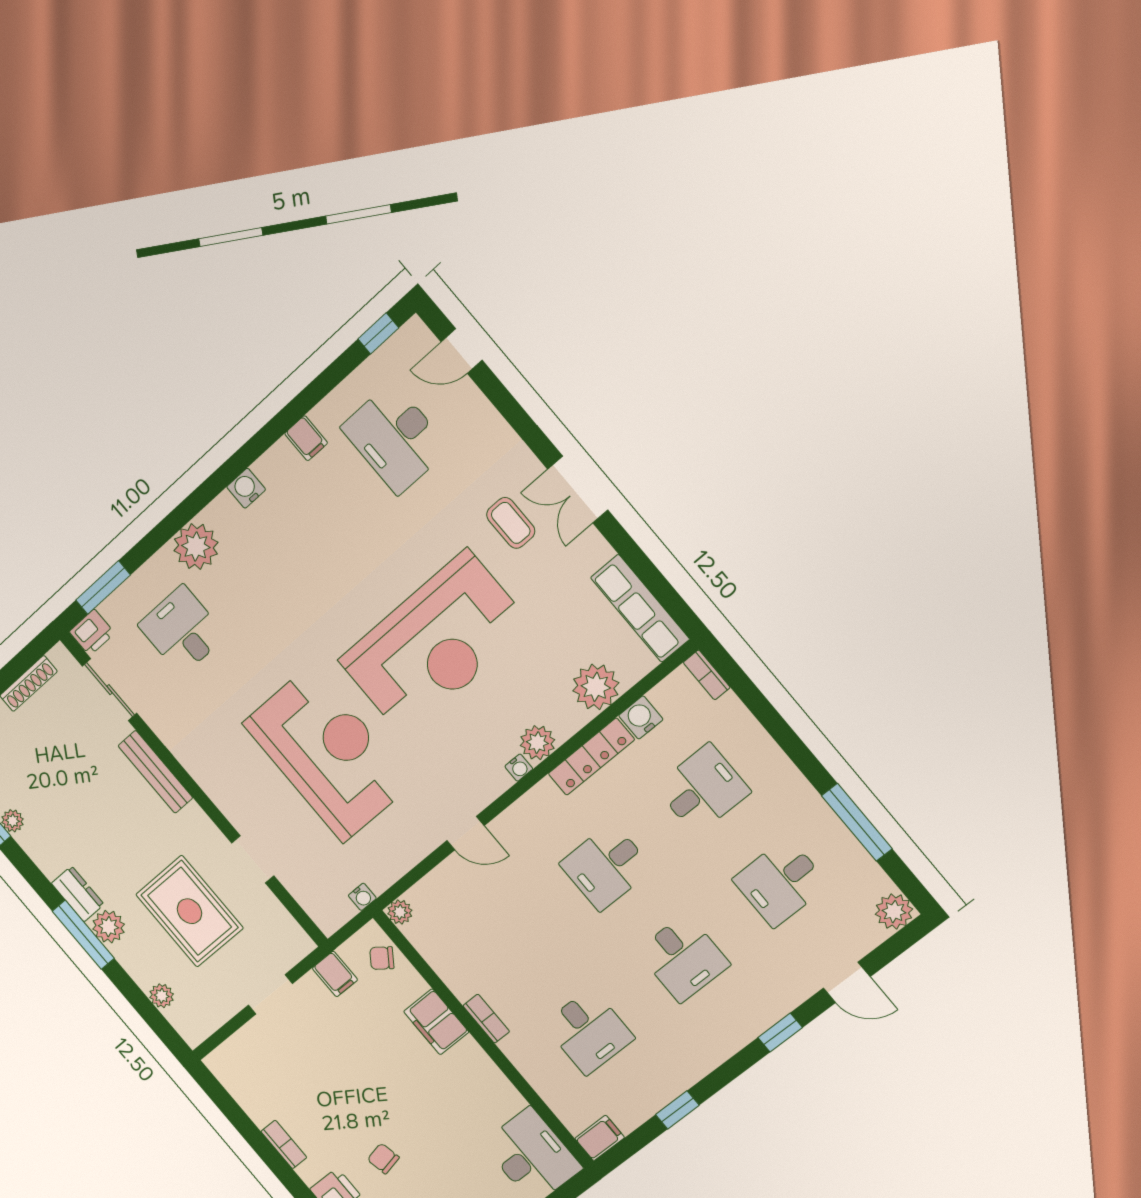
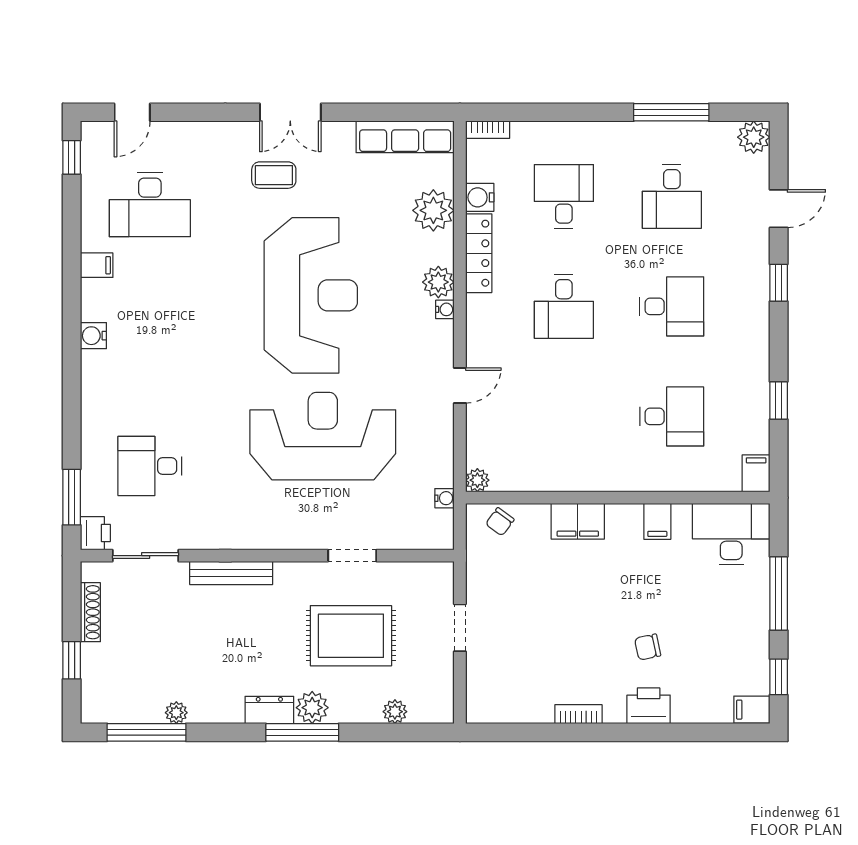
plant: (196, 546) -> (102, 406), removed
filing cabinet: (335, 974) -> (657, 521), moved, turned 90
bookcase: (486, 1019) -> (604, 483), removed

